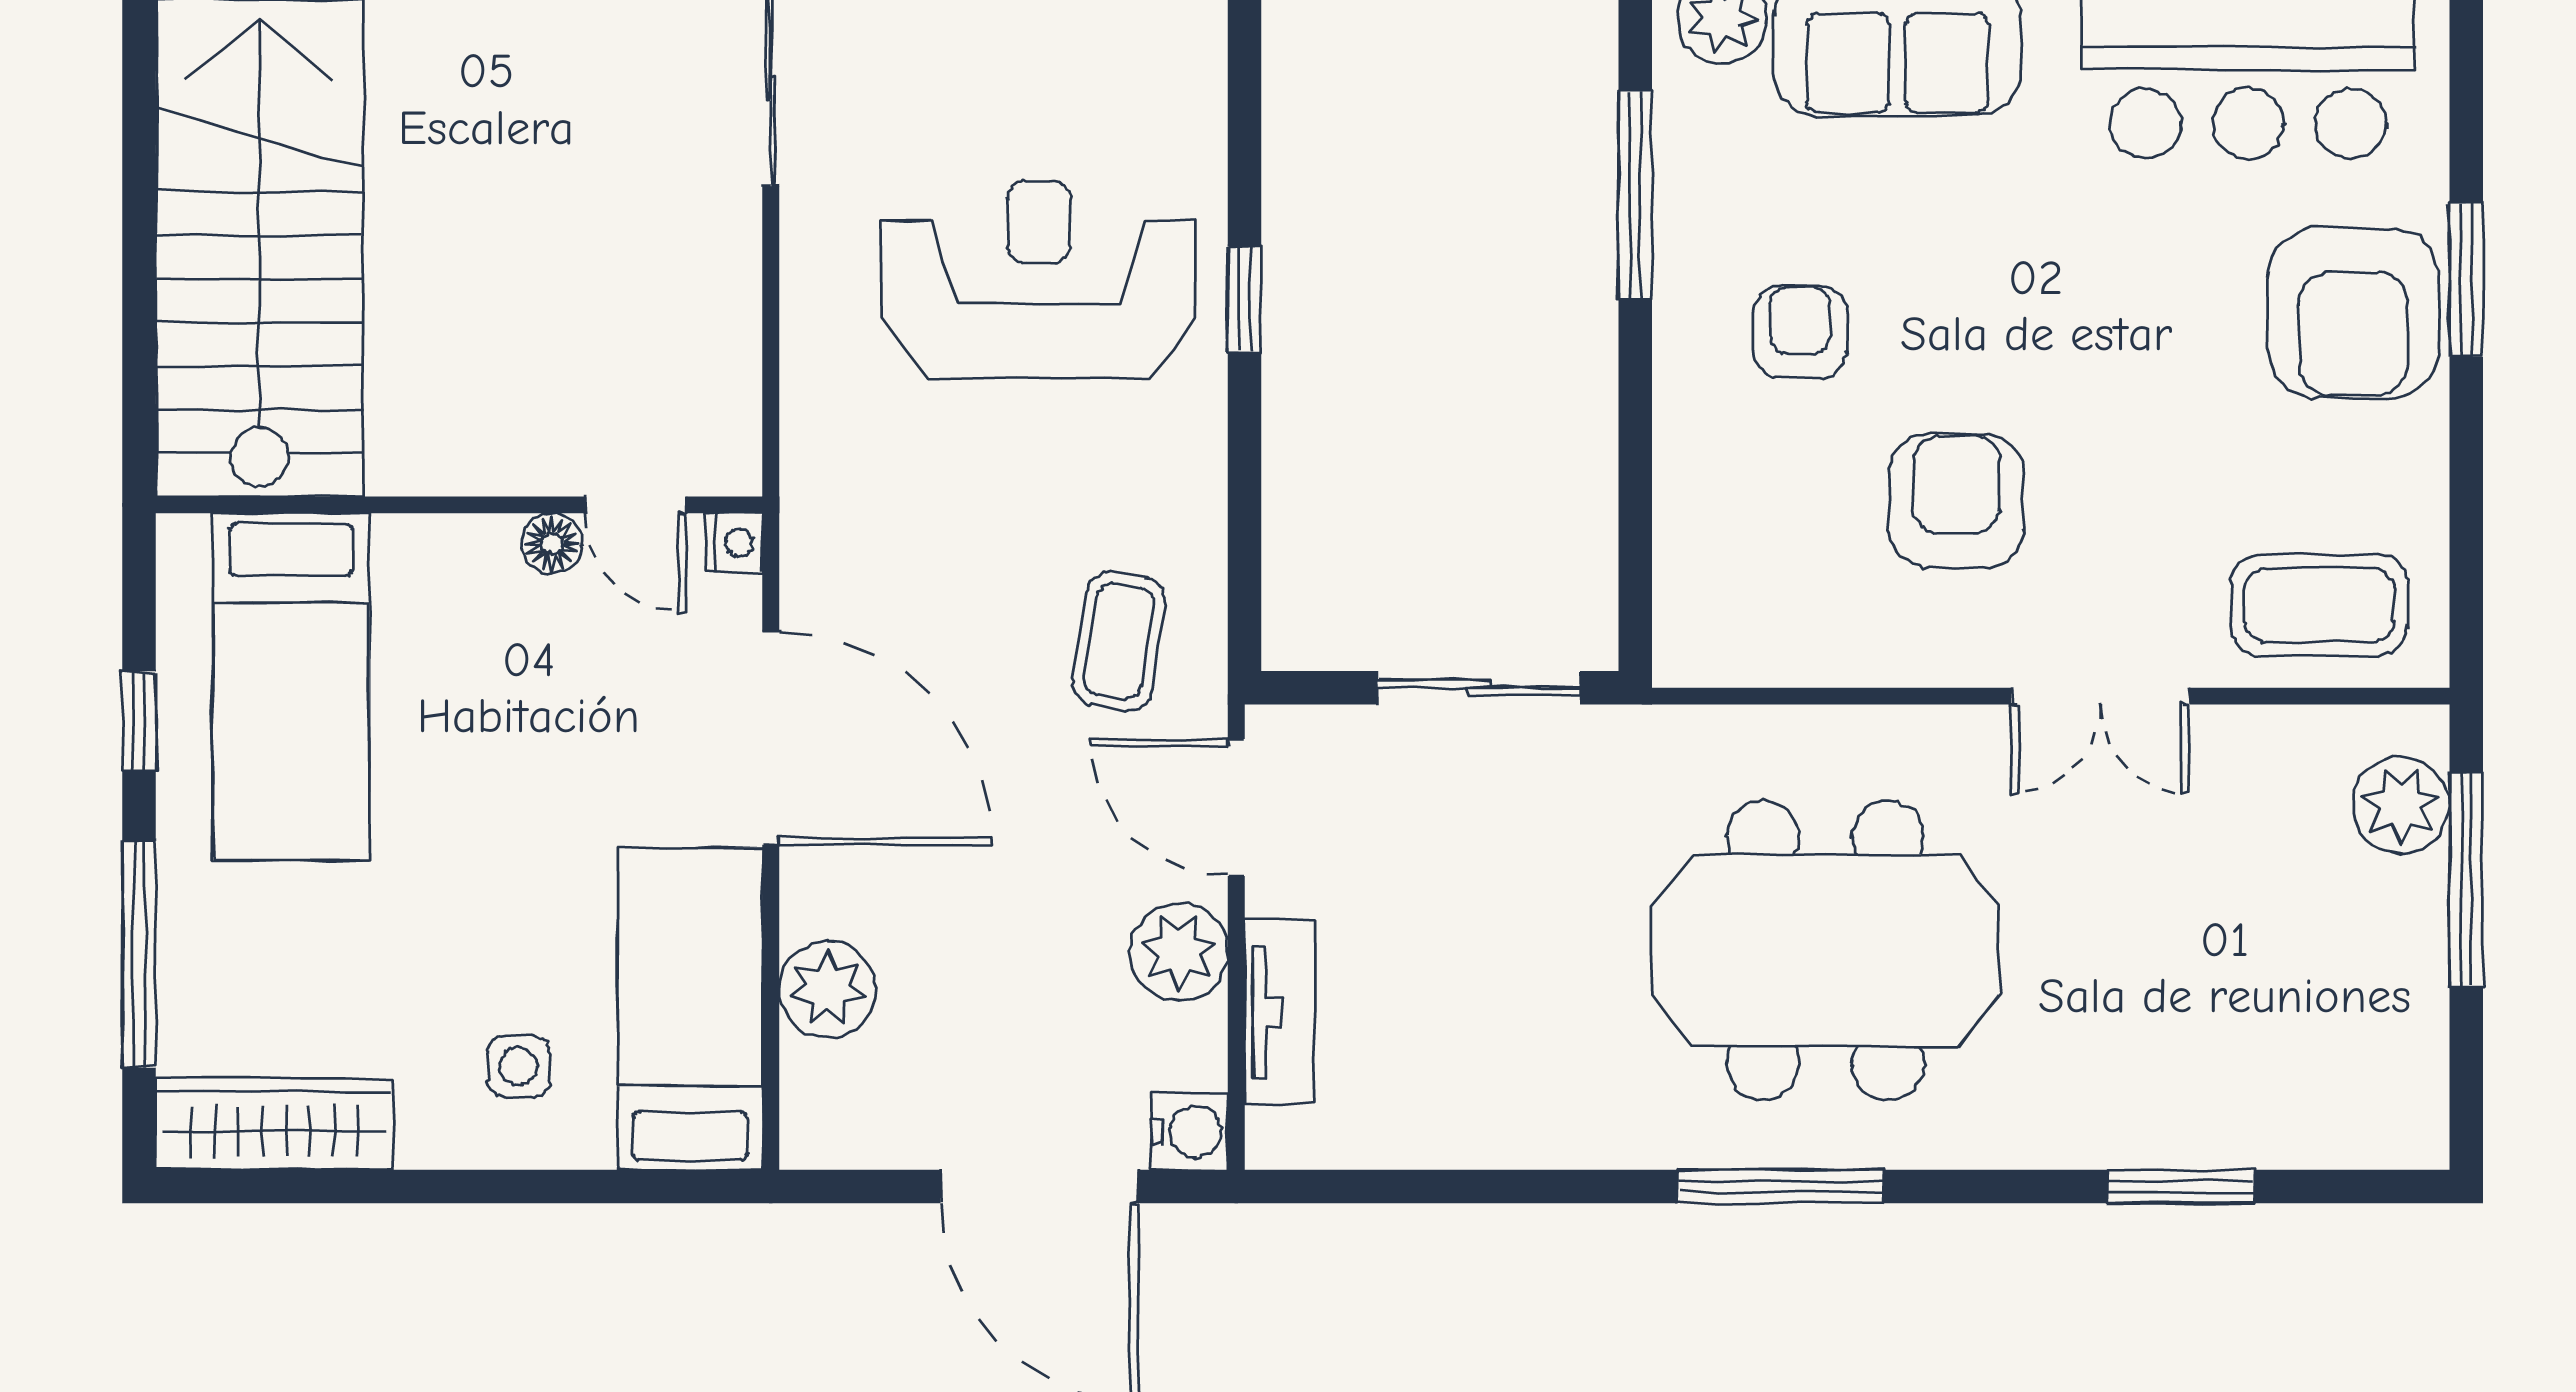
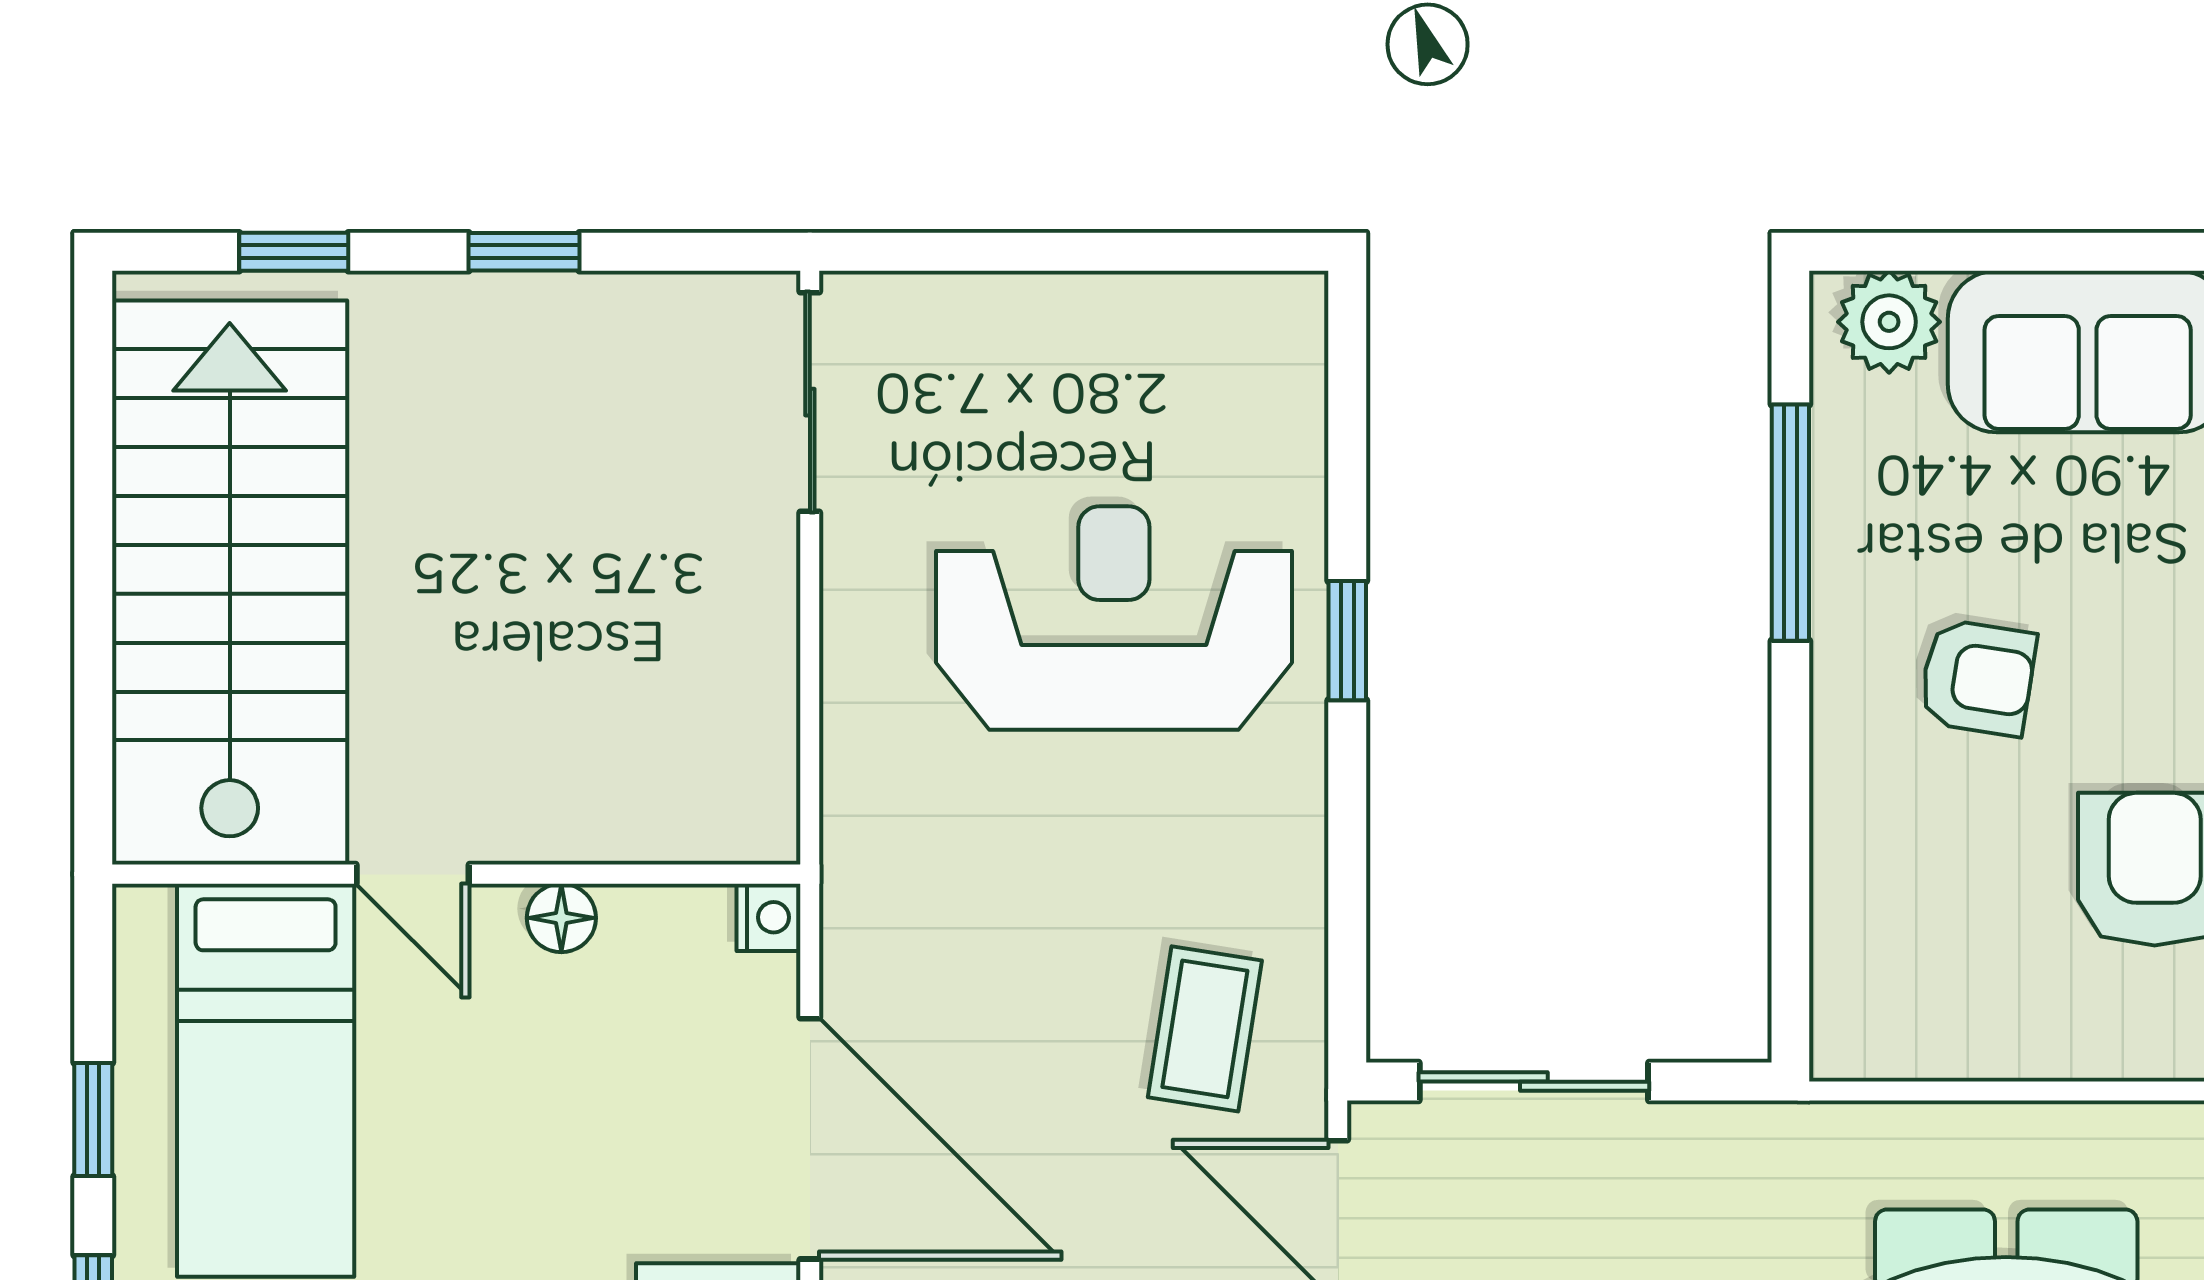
armchair: (1800, 332) -> (1978, 678), turned 99
door: (635, 505) -> (413, 874), moved
sliding door: (1478, 688) -> (1534, 1082), moved

